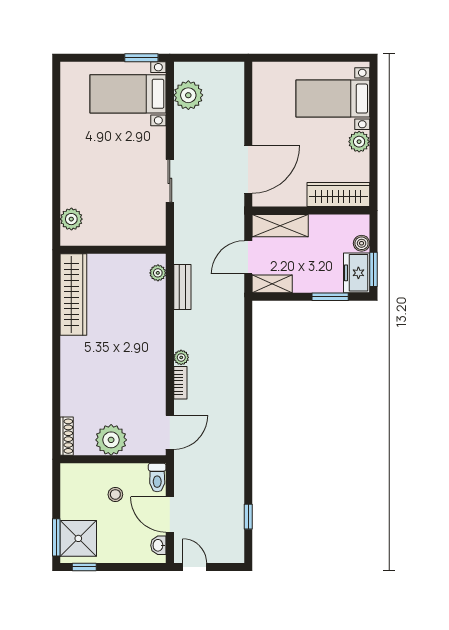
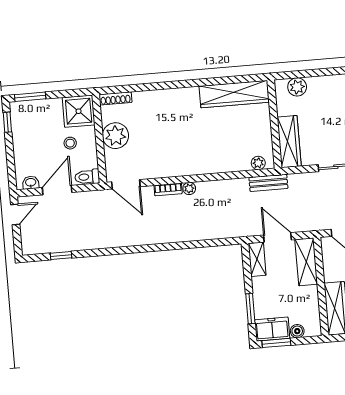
wardrobe: (135, 234) -> (289, 142), added
bench: (182, 287) -> (268, 183), moved
shower: (78, 538) -> (79, 111), moved

